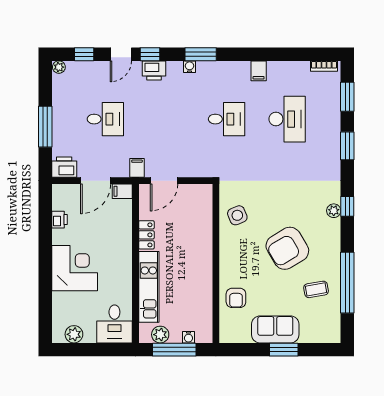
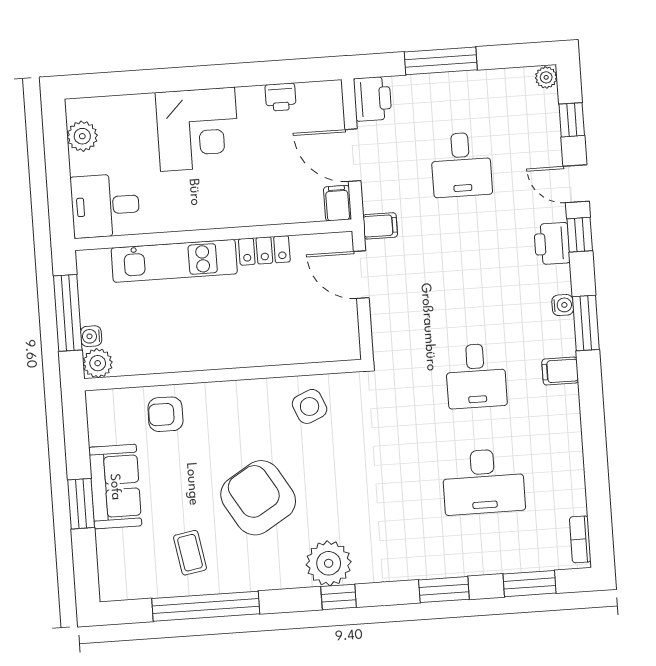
filing cabinet: (259, 71) -> (560, 371), moved
plant: (334, 211) -> (329, 563), width x1.87, depth x1.87
plant: (160, 335) -> (98, 363), moved

